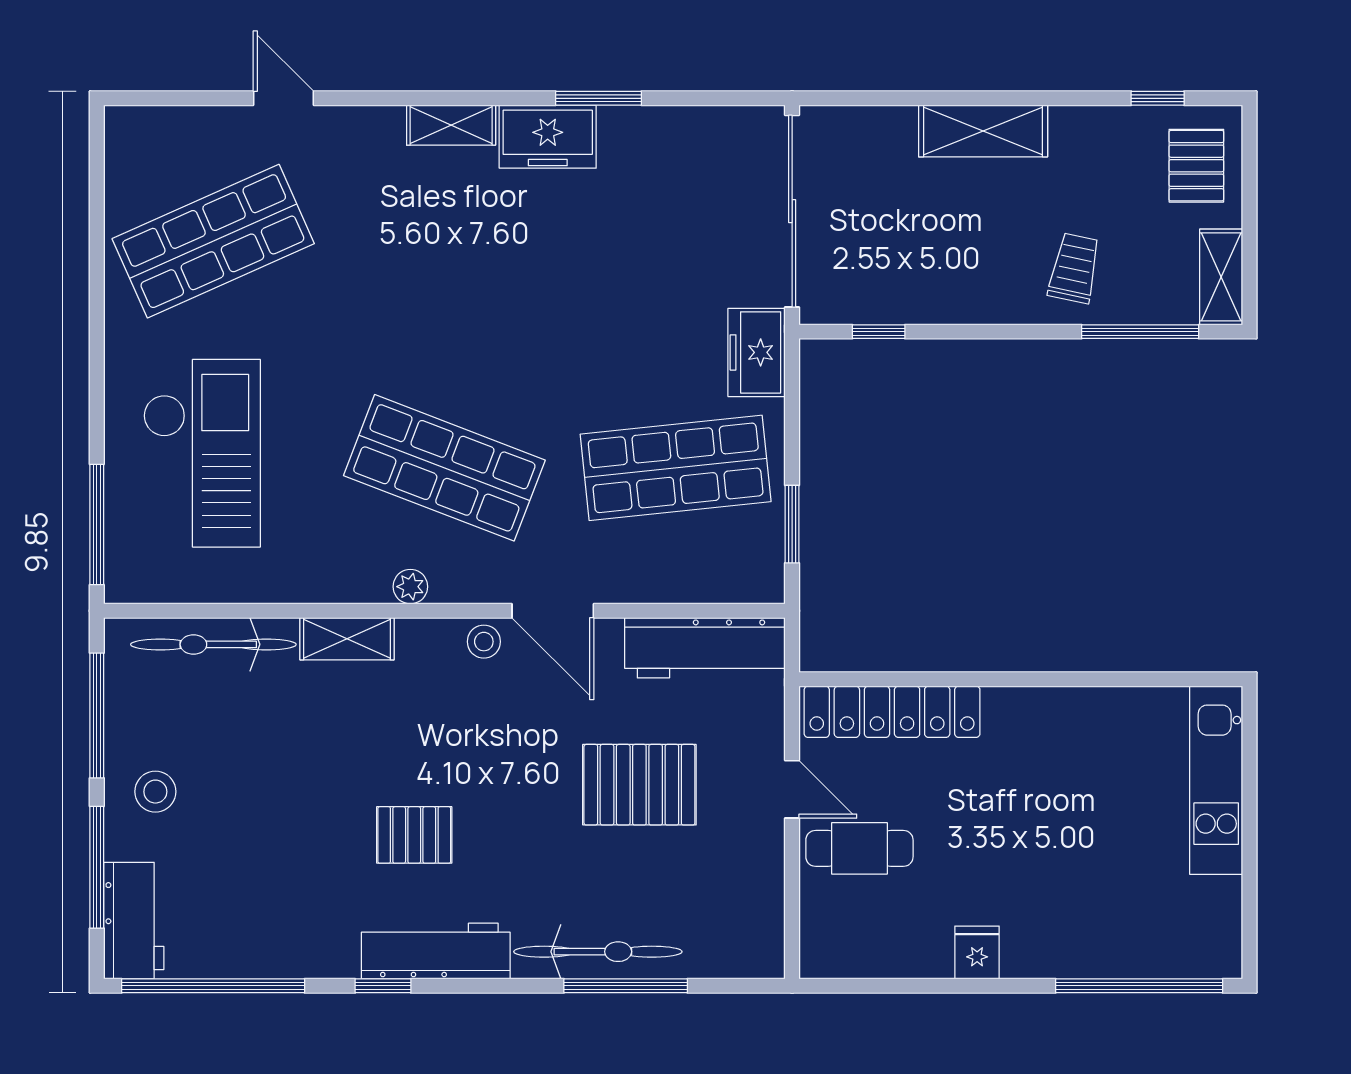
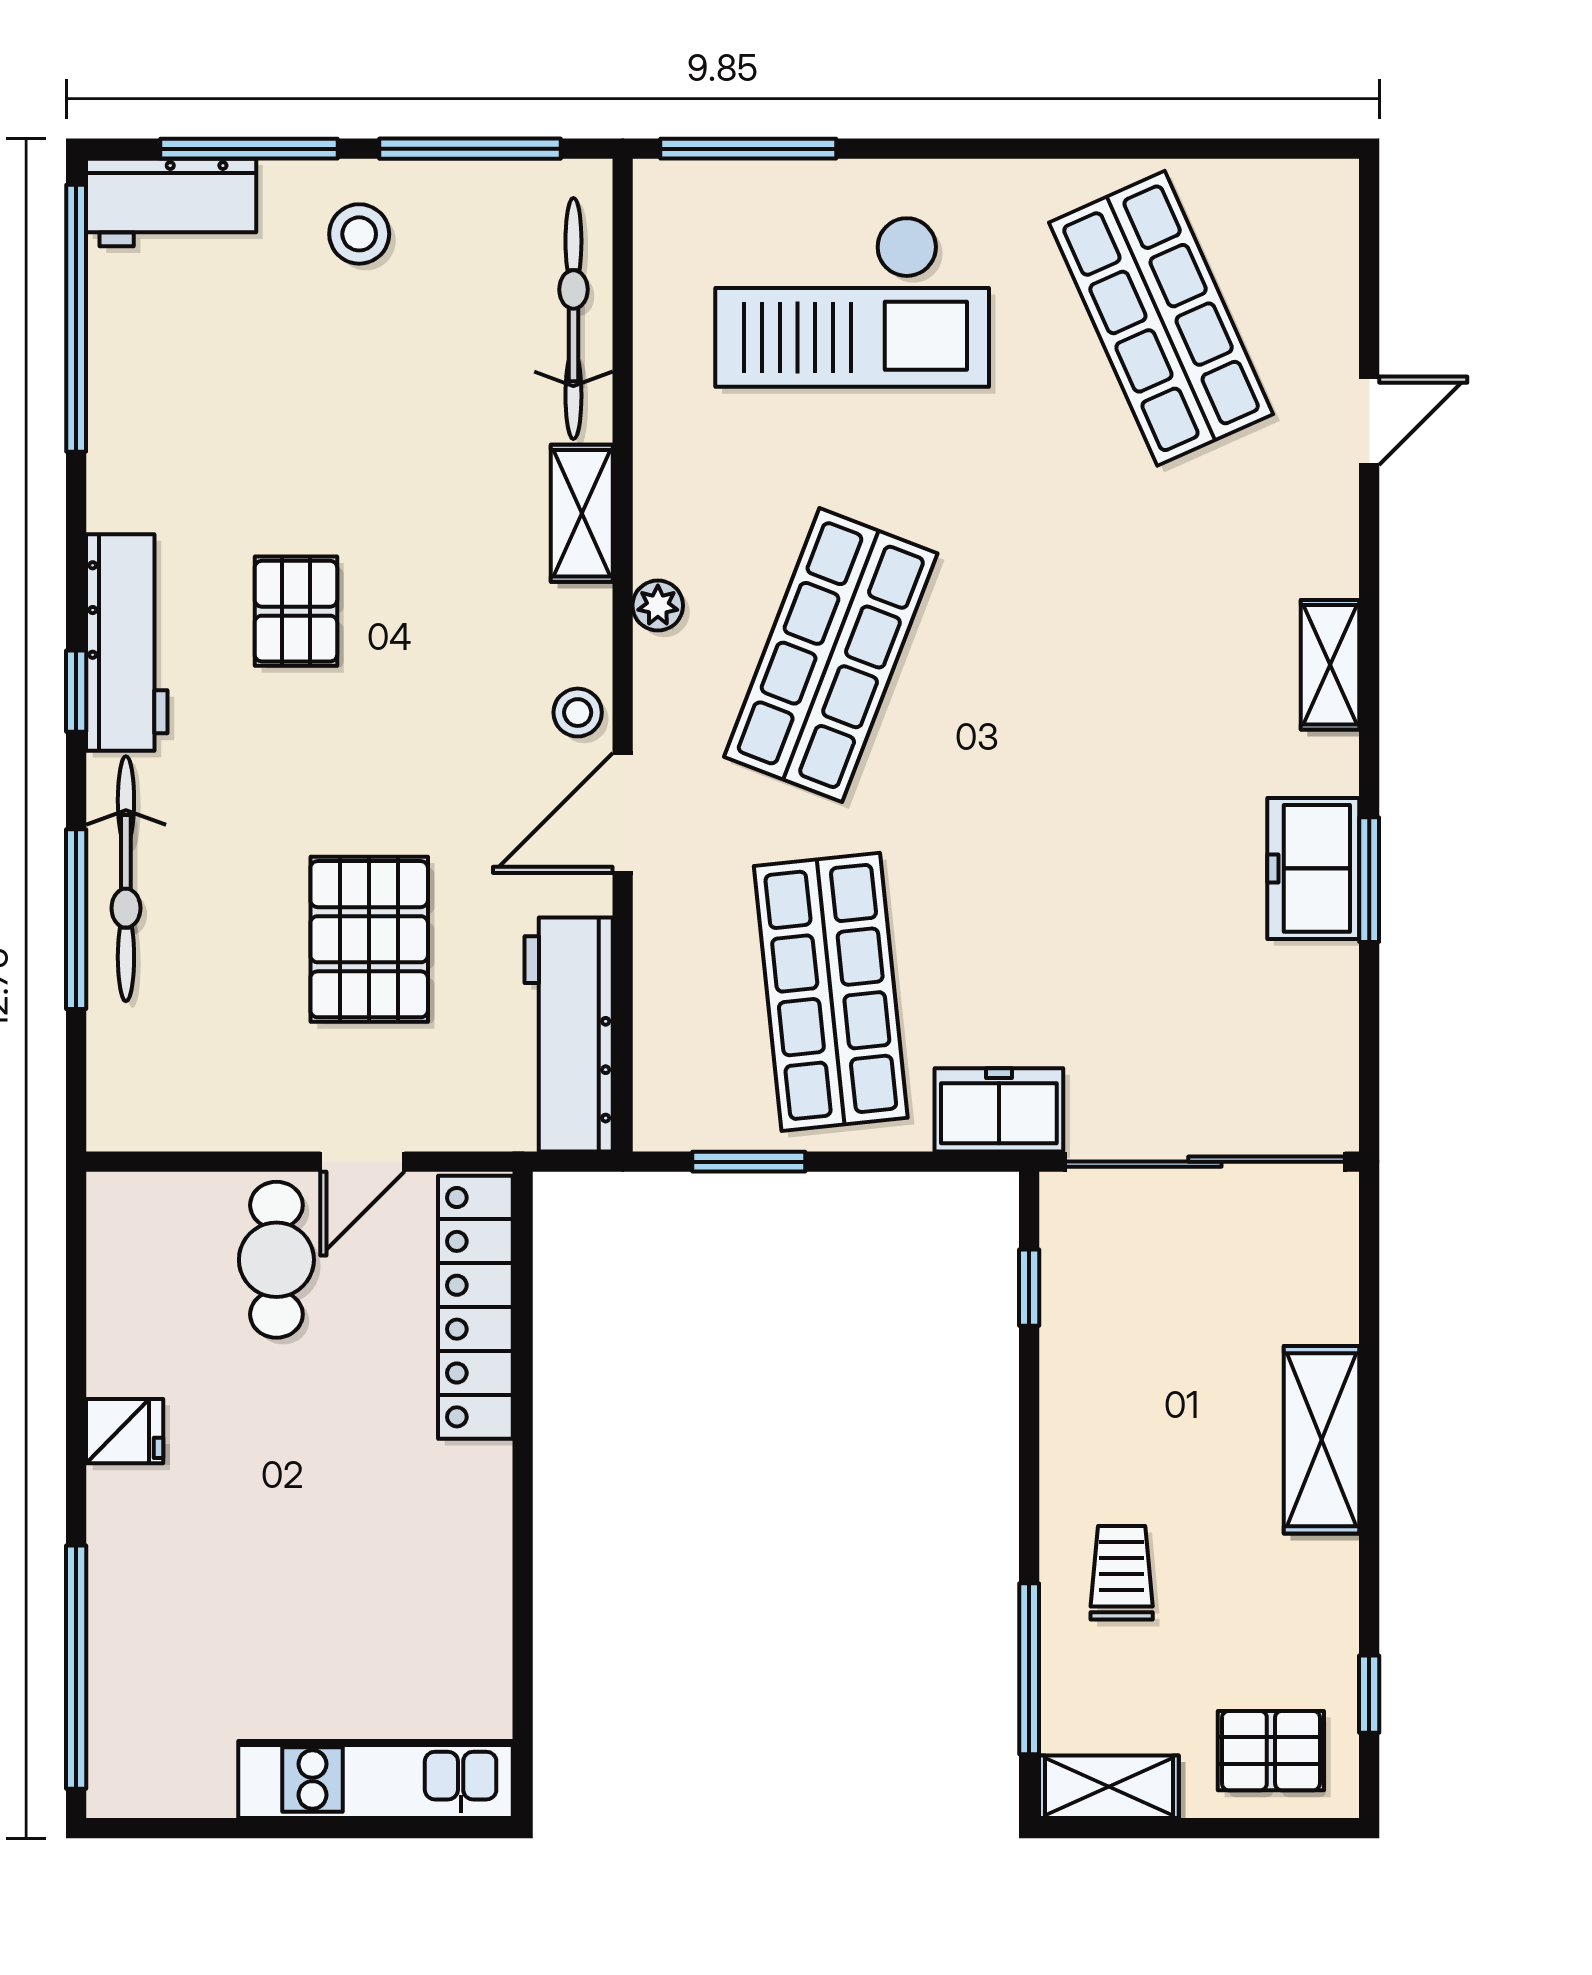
freezer: (548, 137) -> (1313, 868), moved
trolley: (1074, 268) -> (1122, 1573), turned -102
window: (383, 986) -> (76, 691), moved

